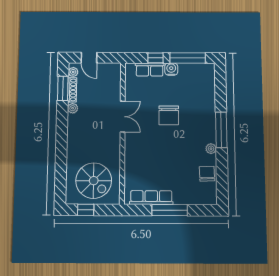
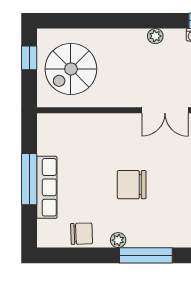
plant: (73, 108) -> (155, 36), moved
chair: (169, 115) -> (132, 185), moved
row of seats: (151, 198) -> (47, 187), moved

